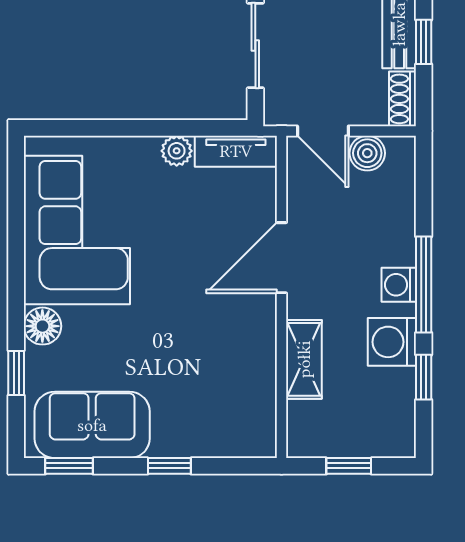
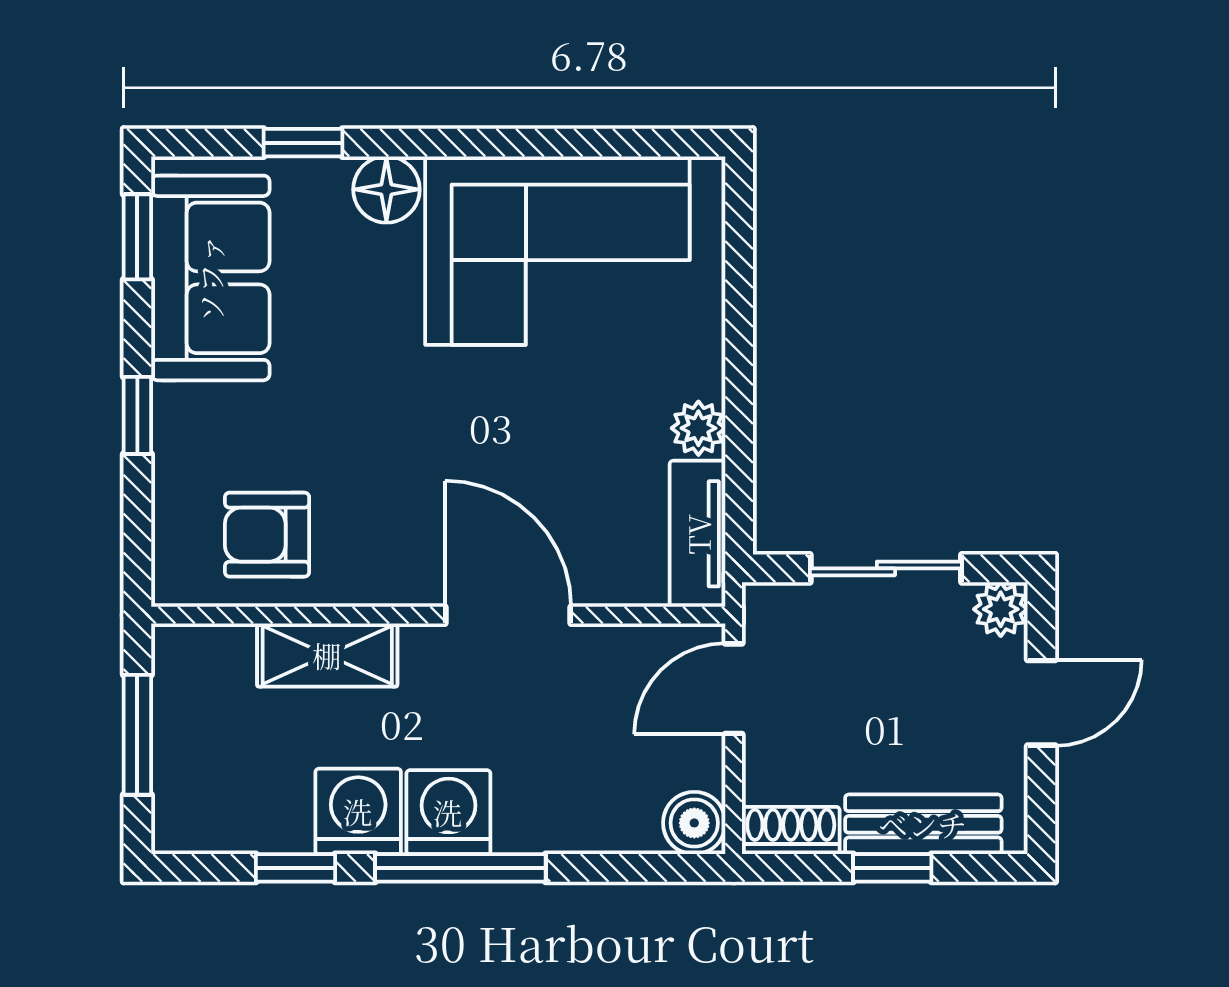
boiler: (367, 153) -> (694, 823), moved
washing machine: (399, 285) -> (448, 812), width x1.38, depth x1.38
armchair: (236, 393) -> (267, 535), added
window: (349, 466) -> (137, 735), width x1.50

